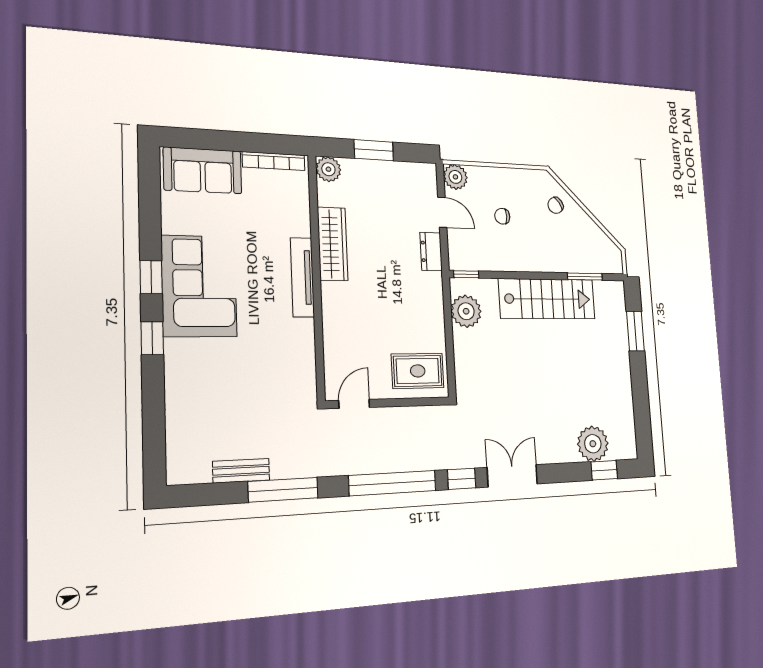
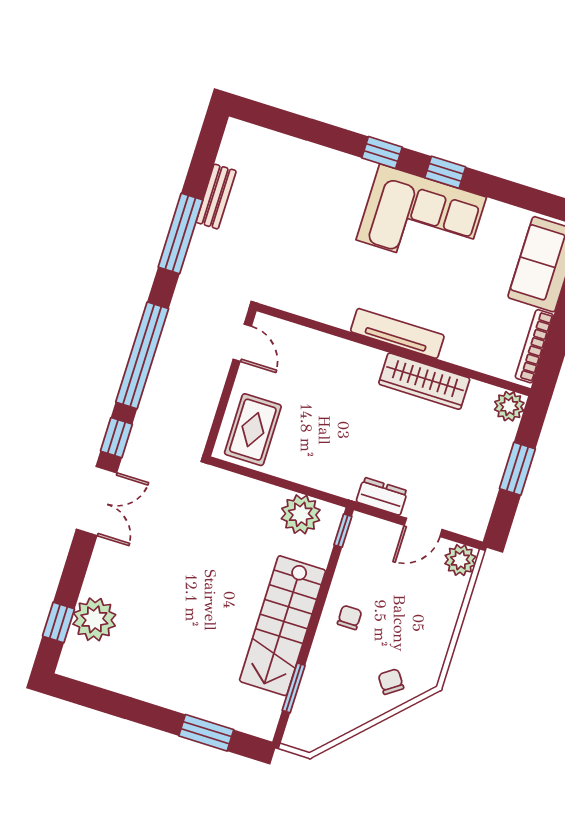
chair: (502, 216) -> (350, 617), moved

